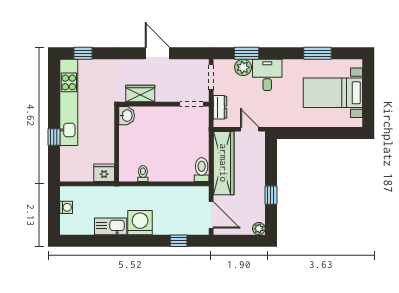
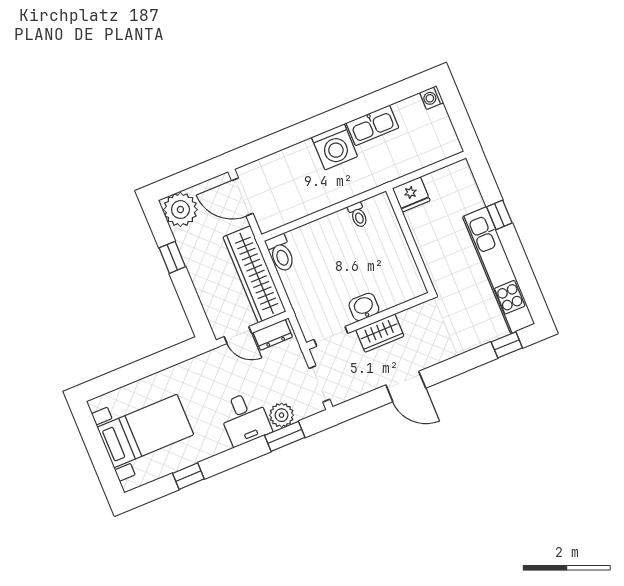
window: (318, 53) -> (188, 476), width x0.67
wardrobe: (140, 94) -> (380, 333), moved
dresser: (220, 107) -> (273, 335), moved, turned -90
washbasin: (127, 116) -> (364, 307), moved, turned 90
washing machine: (66, 207) -> (432, 98), moved
plant: (259, 229) -> (180, 210), width x1.88, depth x1.88
window: (179, 241) -> (272, 144), removed

